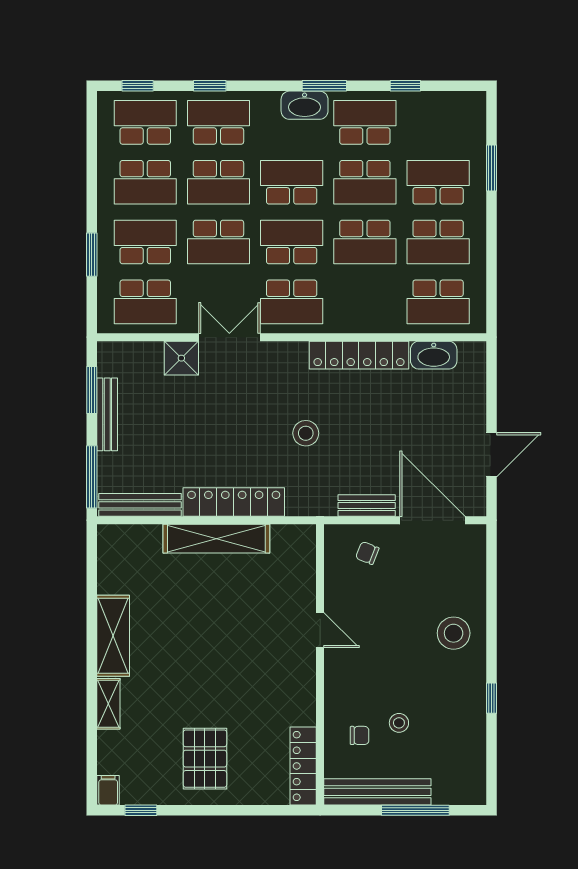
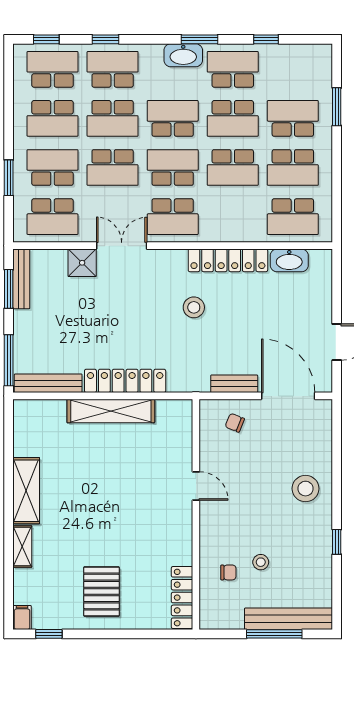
bench: (107, 414) -> (21, 279), moved
stool: (306, 433) -> (194, 307), moved
bench: (377, 792) -> (289, 619), moved

